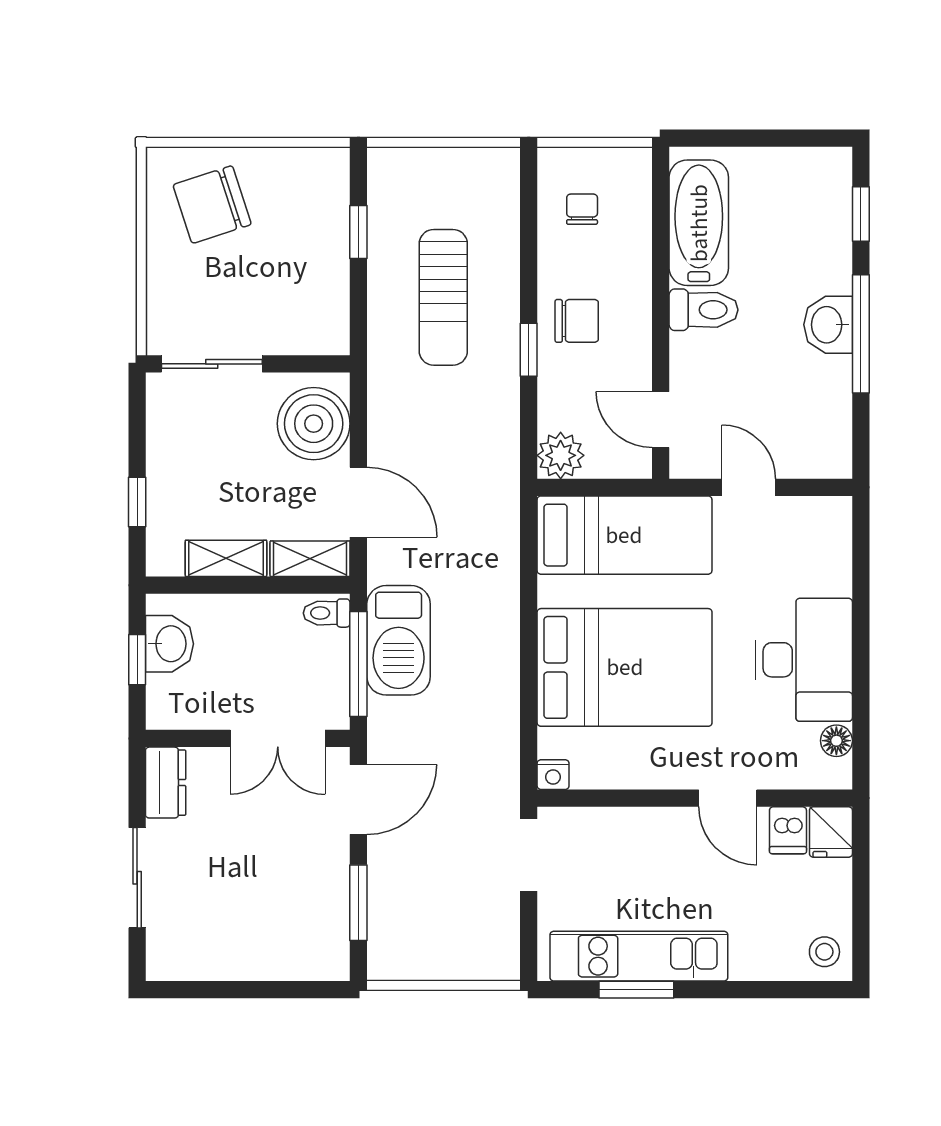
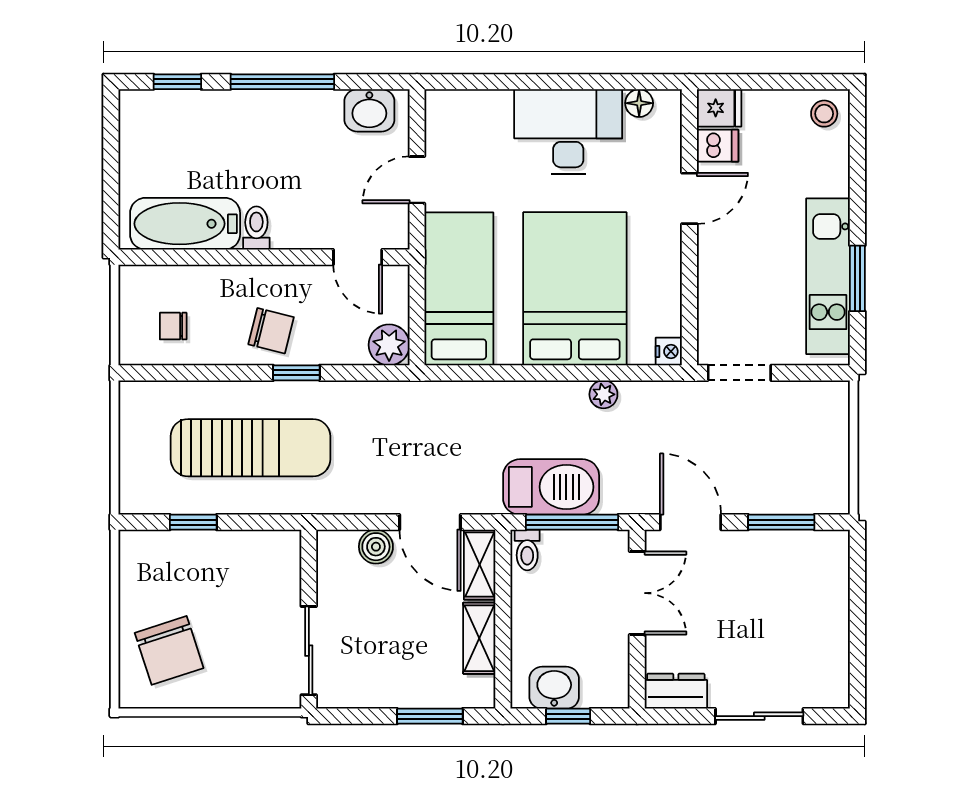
sun lounger: (443, 297) -> (250, 448), width x1.36, depth x1.34
toilet: (703, 310) -> (256, 228), width x0.73, depth x0.72
chair: (577, 321) -> (271, 331), turned 104
washbasin: (828, 325) -> (369, 110), moved
door: (661, 420) -> (358, 257), hinge flipped
boiler: (314, 424) -> (376, 547), width x0.54, depth x0.54
window: (137, 502) -> (430, 716), width x1.50
door: (358, 502) -> (430, 522), swing flipped
plant: (504, 700) -> (603, 394), added

